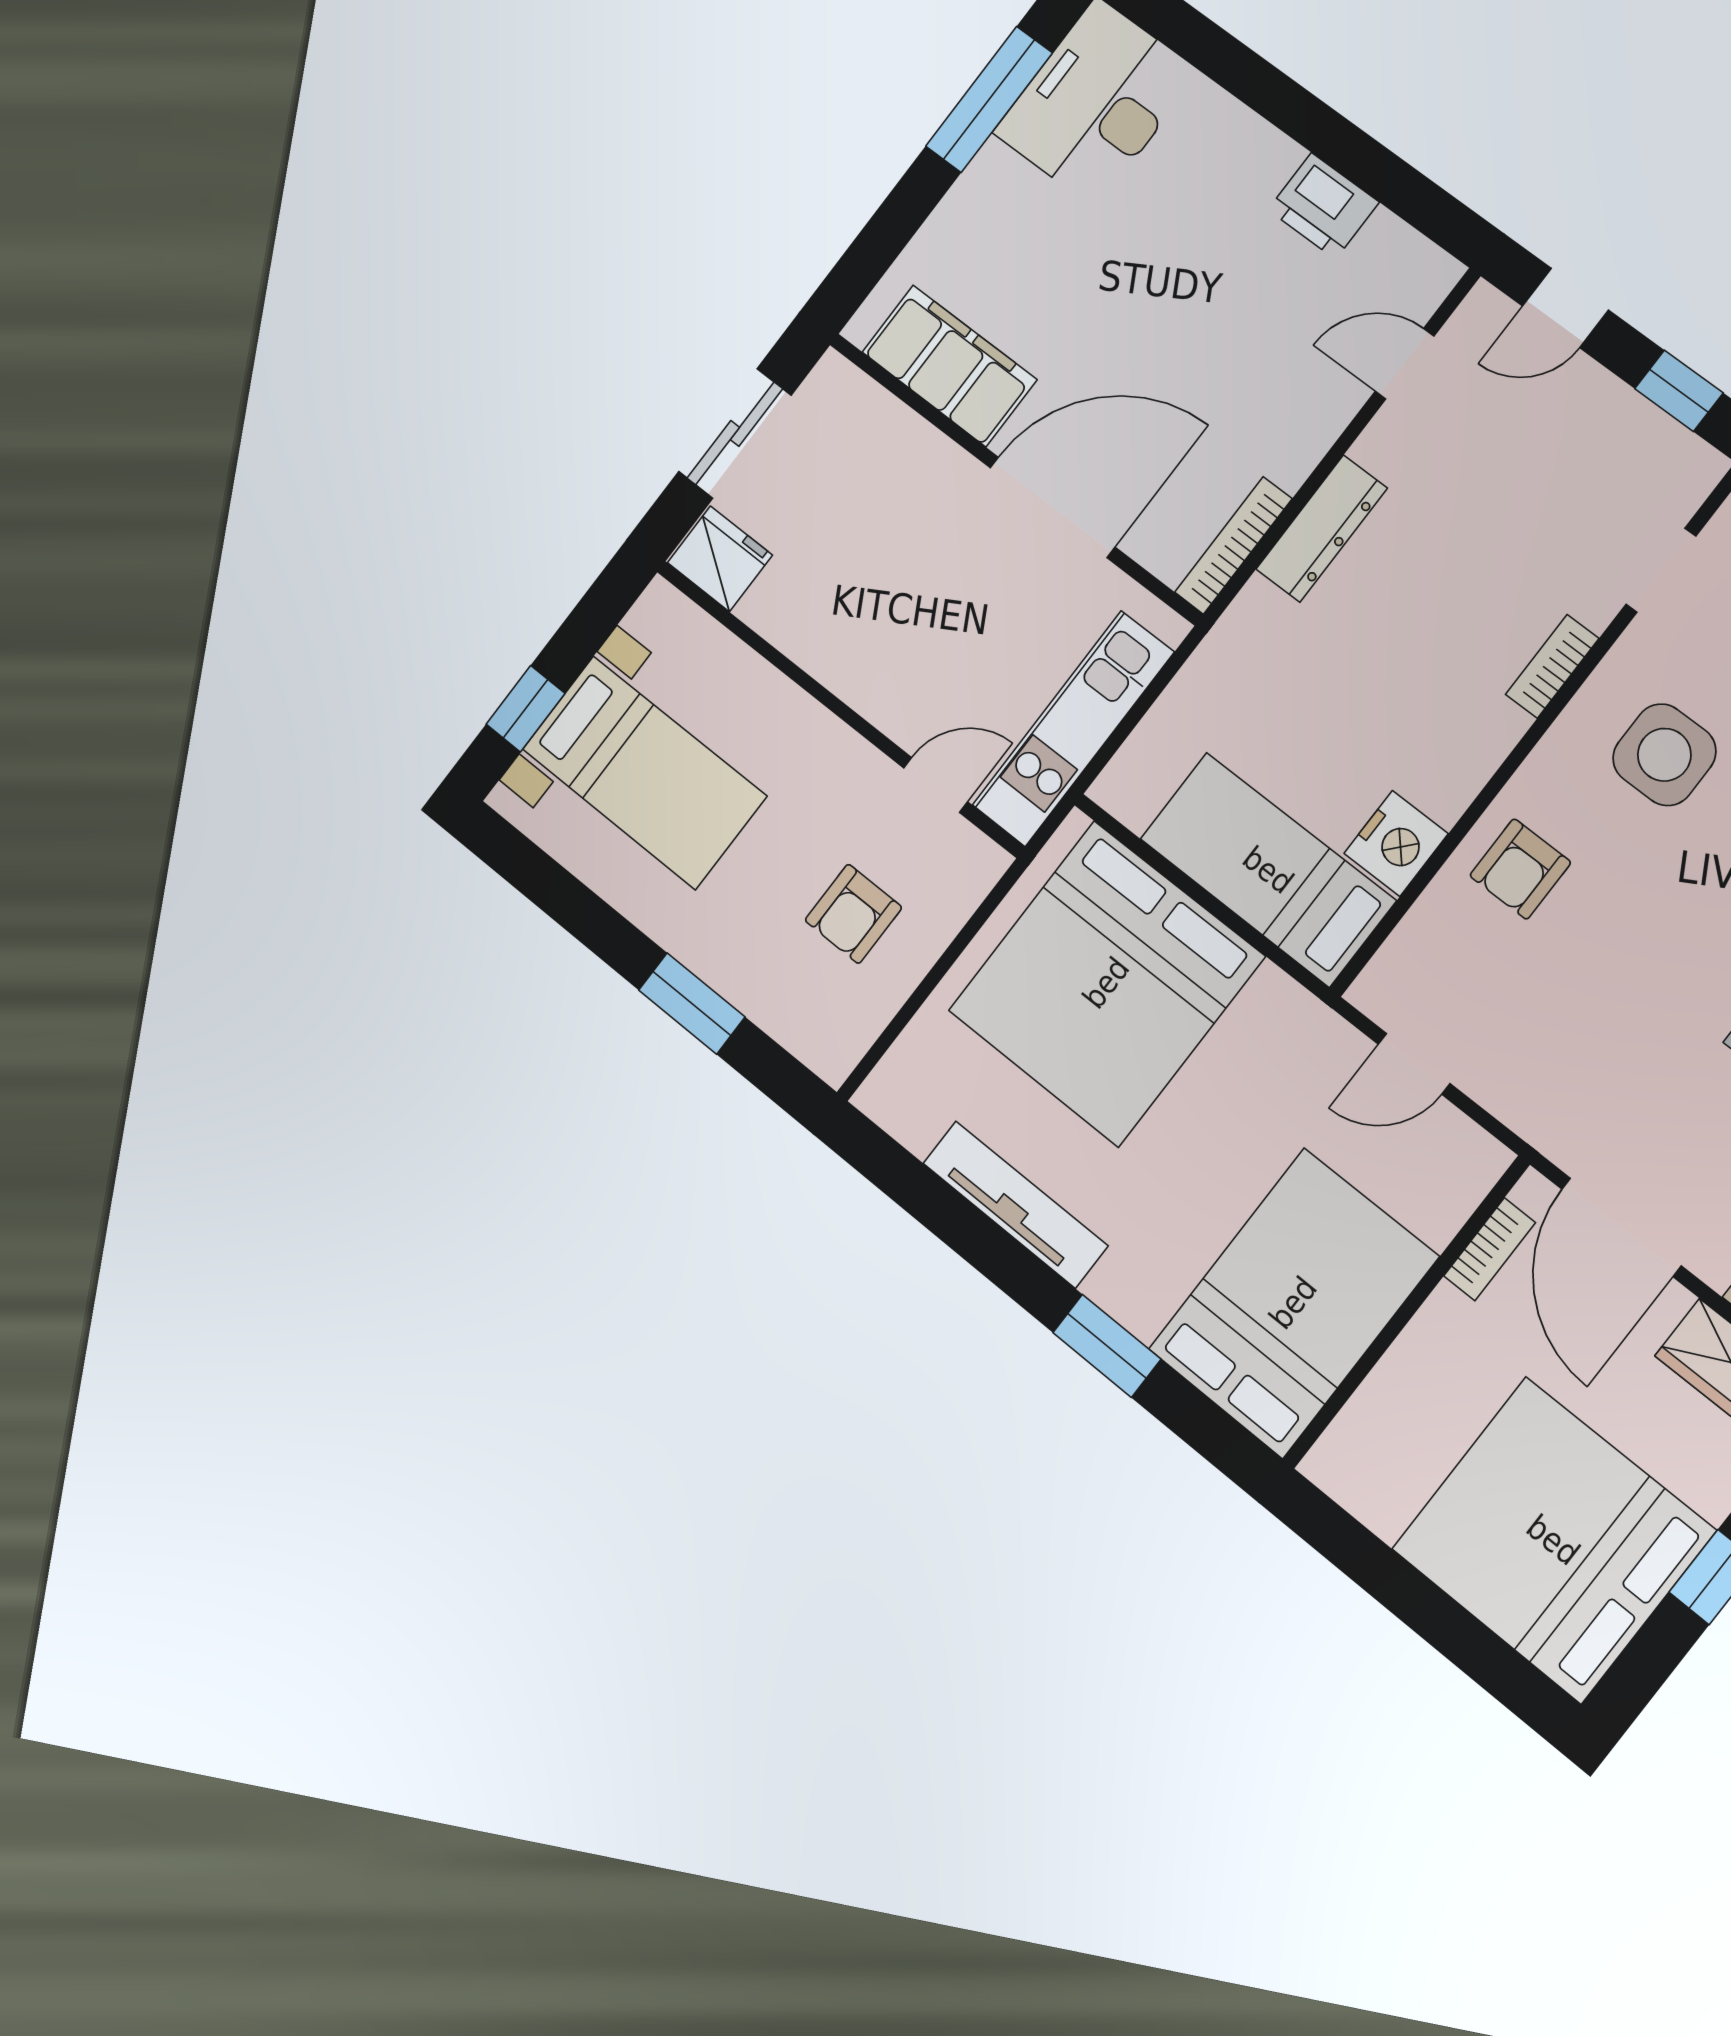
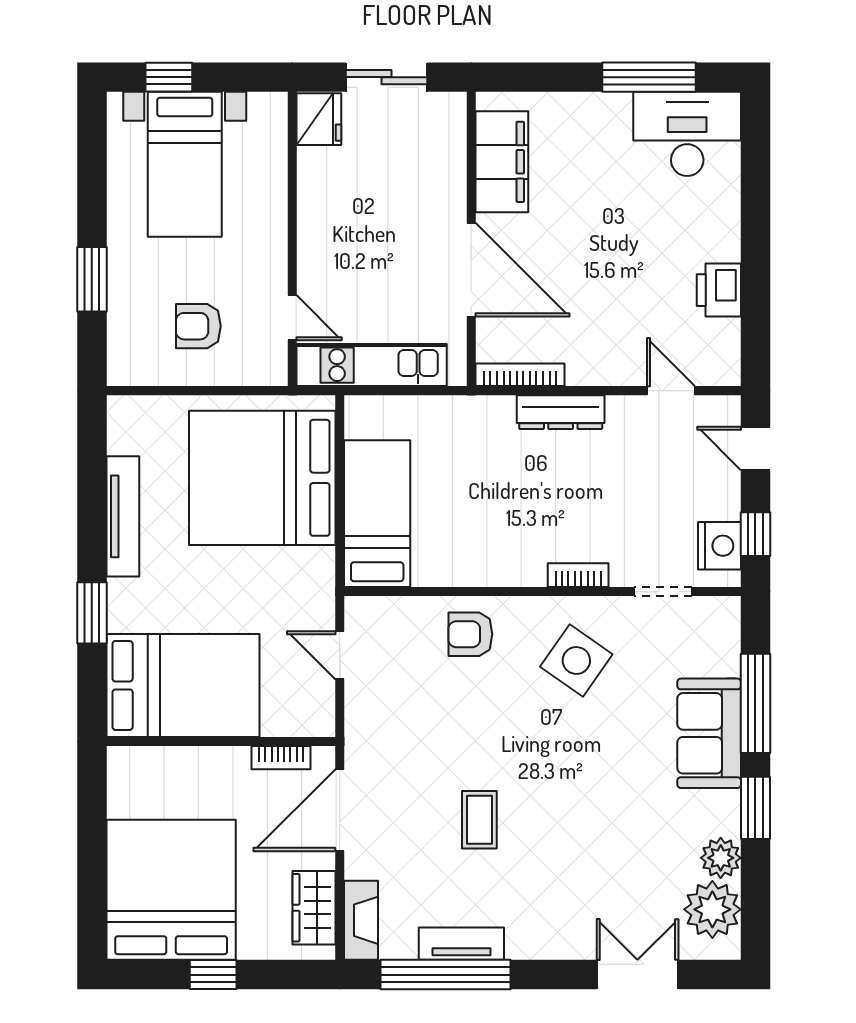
side table: (1664, 755) -> (576, 660), turned 35
nightstand: (1396, 844) -> (719, 546), moved, turned -90

